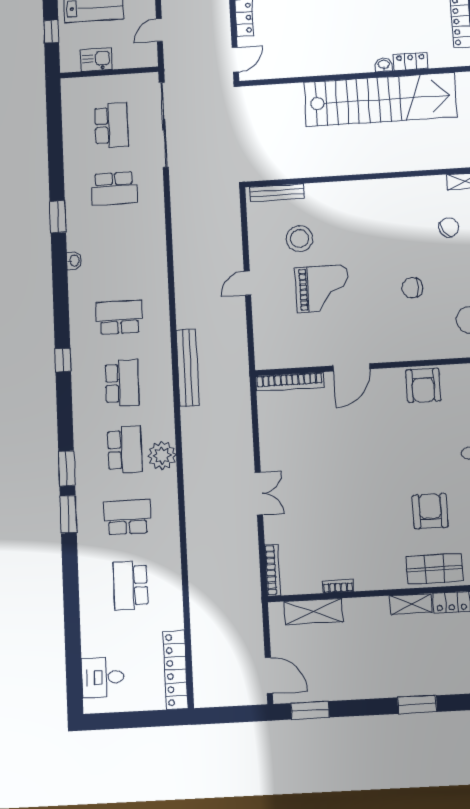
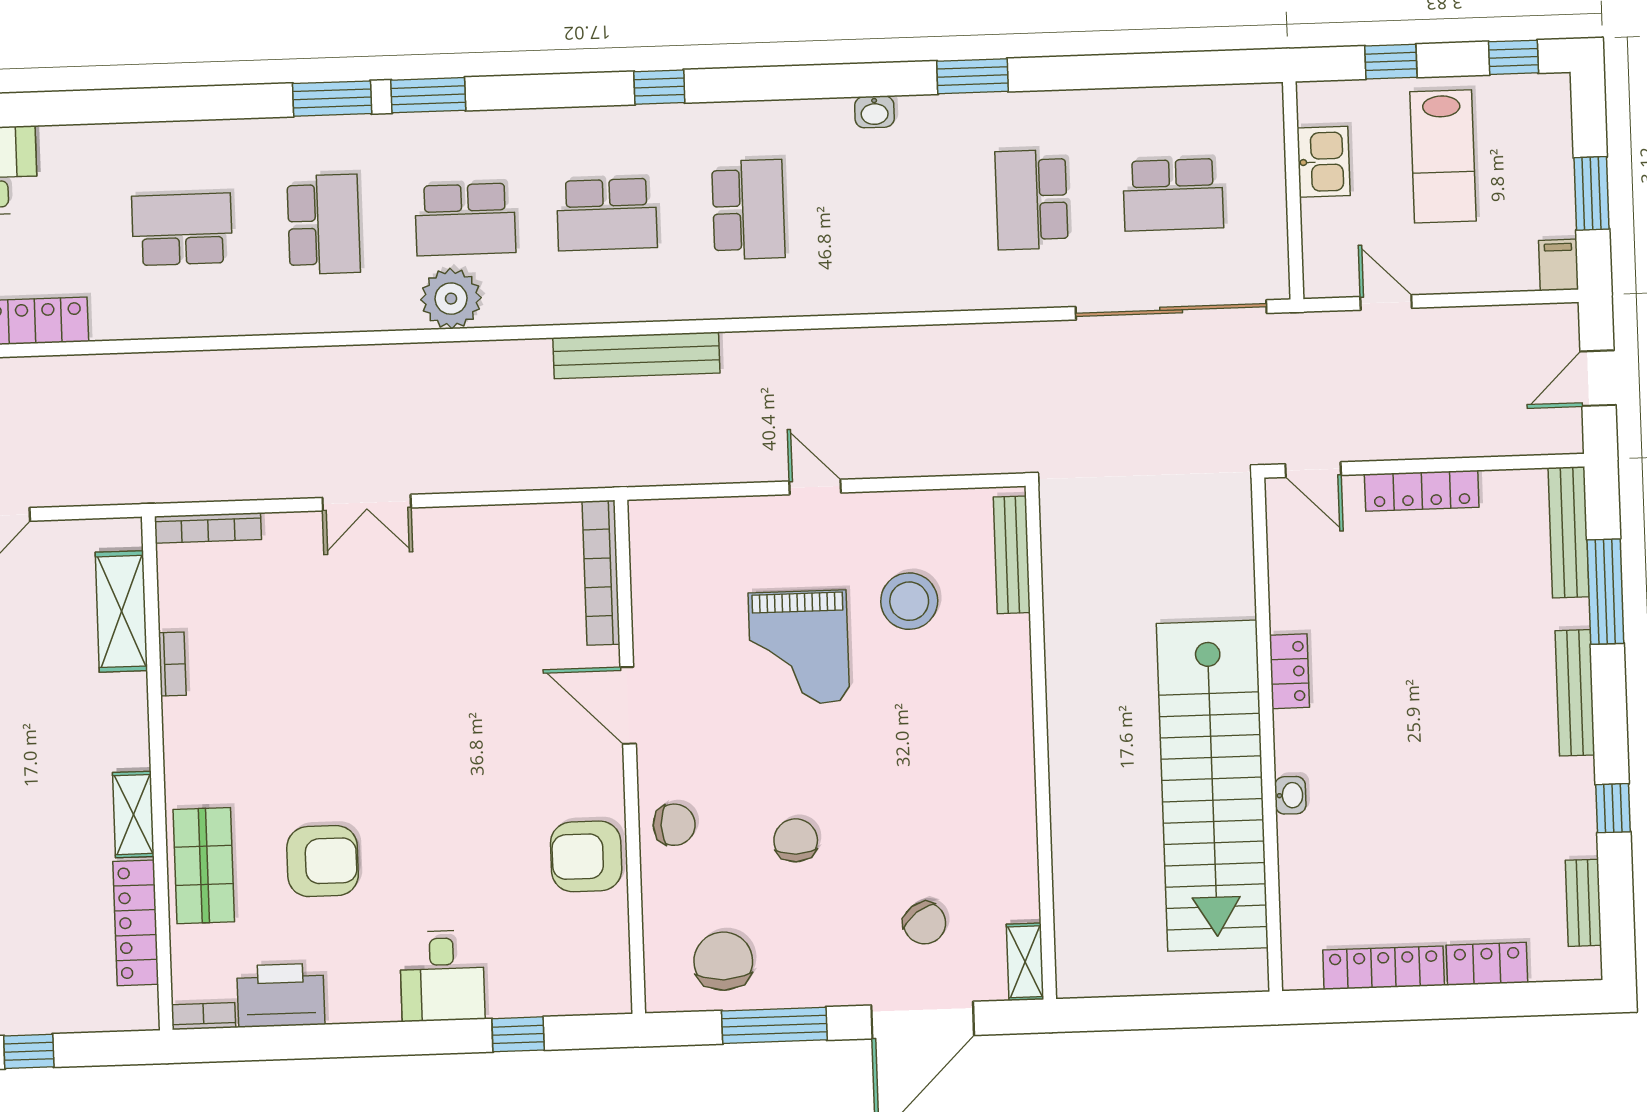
locker: (410, 61) -> (1289, 671), moved
chair: (407, 344) -> (674, 825), added

